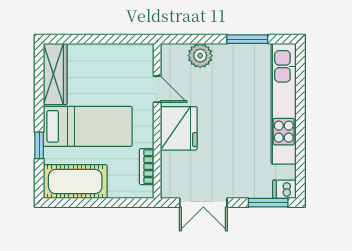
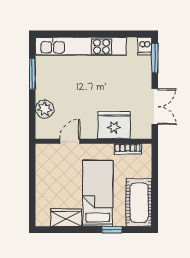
wardrobe: (55, 74) -> (66, 218), width x0.67
fridge: (179, 128) -> (114, 125), moved

